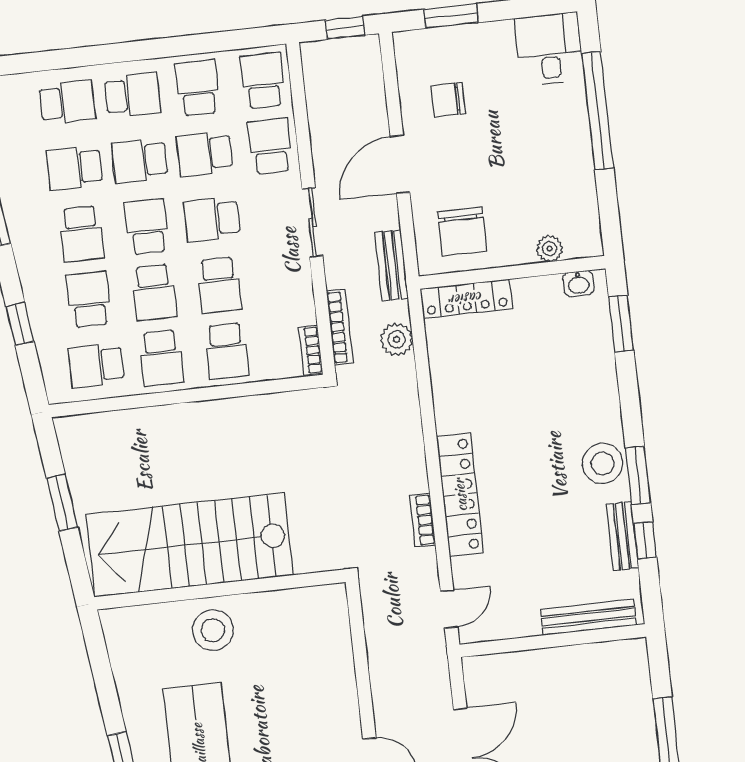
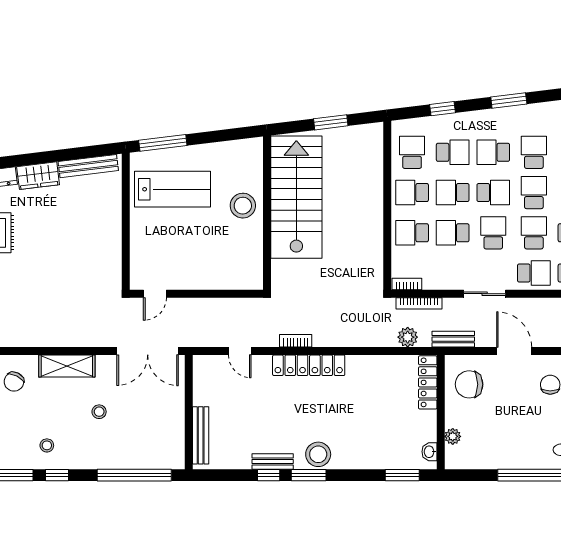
bench: (588, 617) -> (201, 435), moved
wall: (553, 641) -> (189, 412), moved

